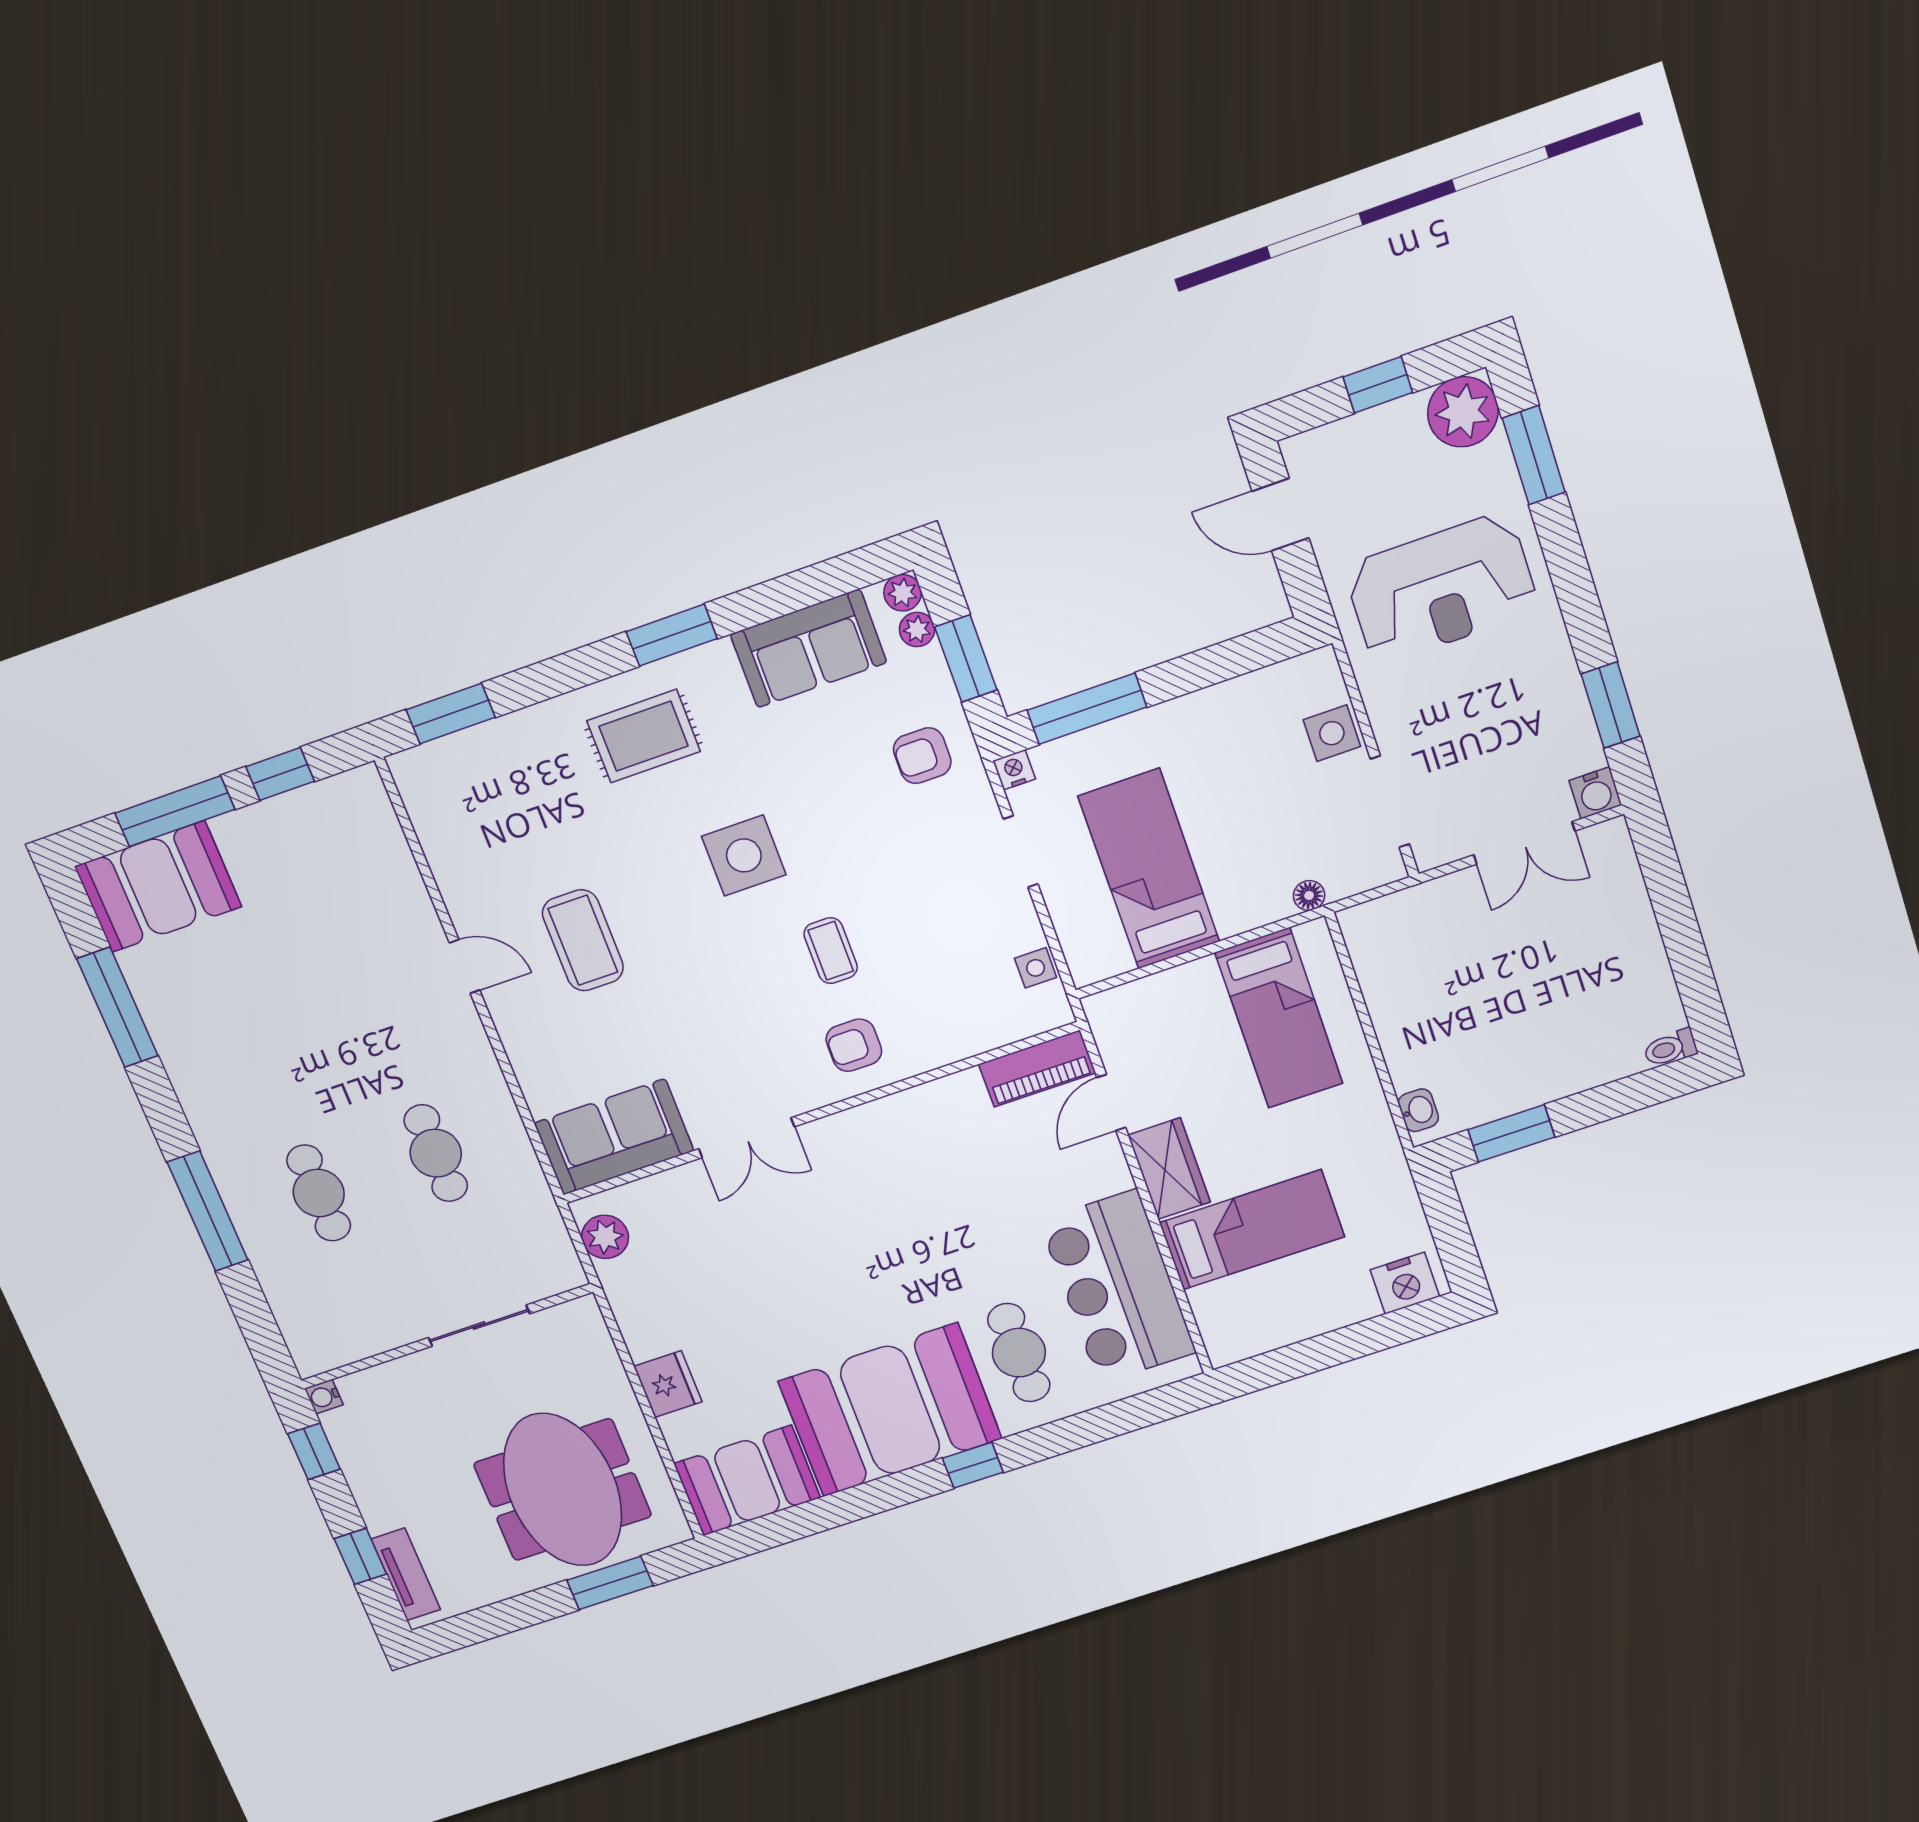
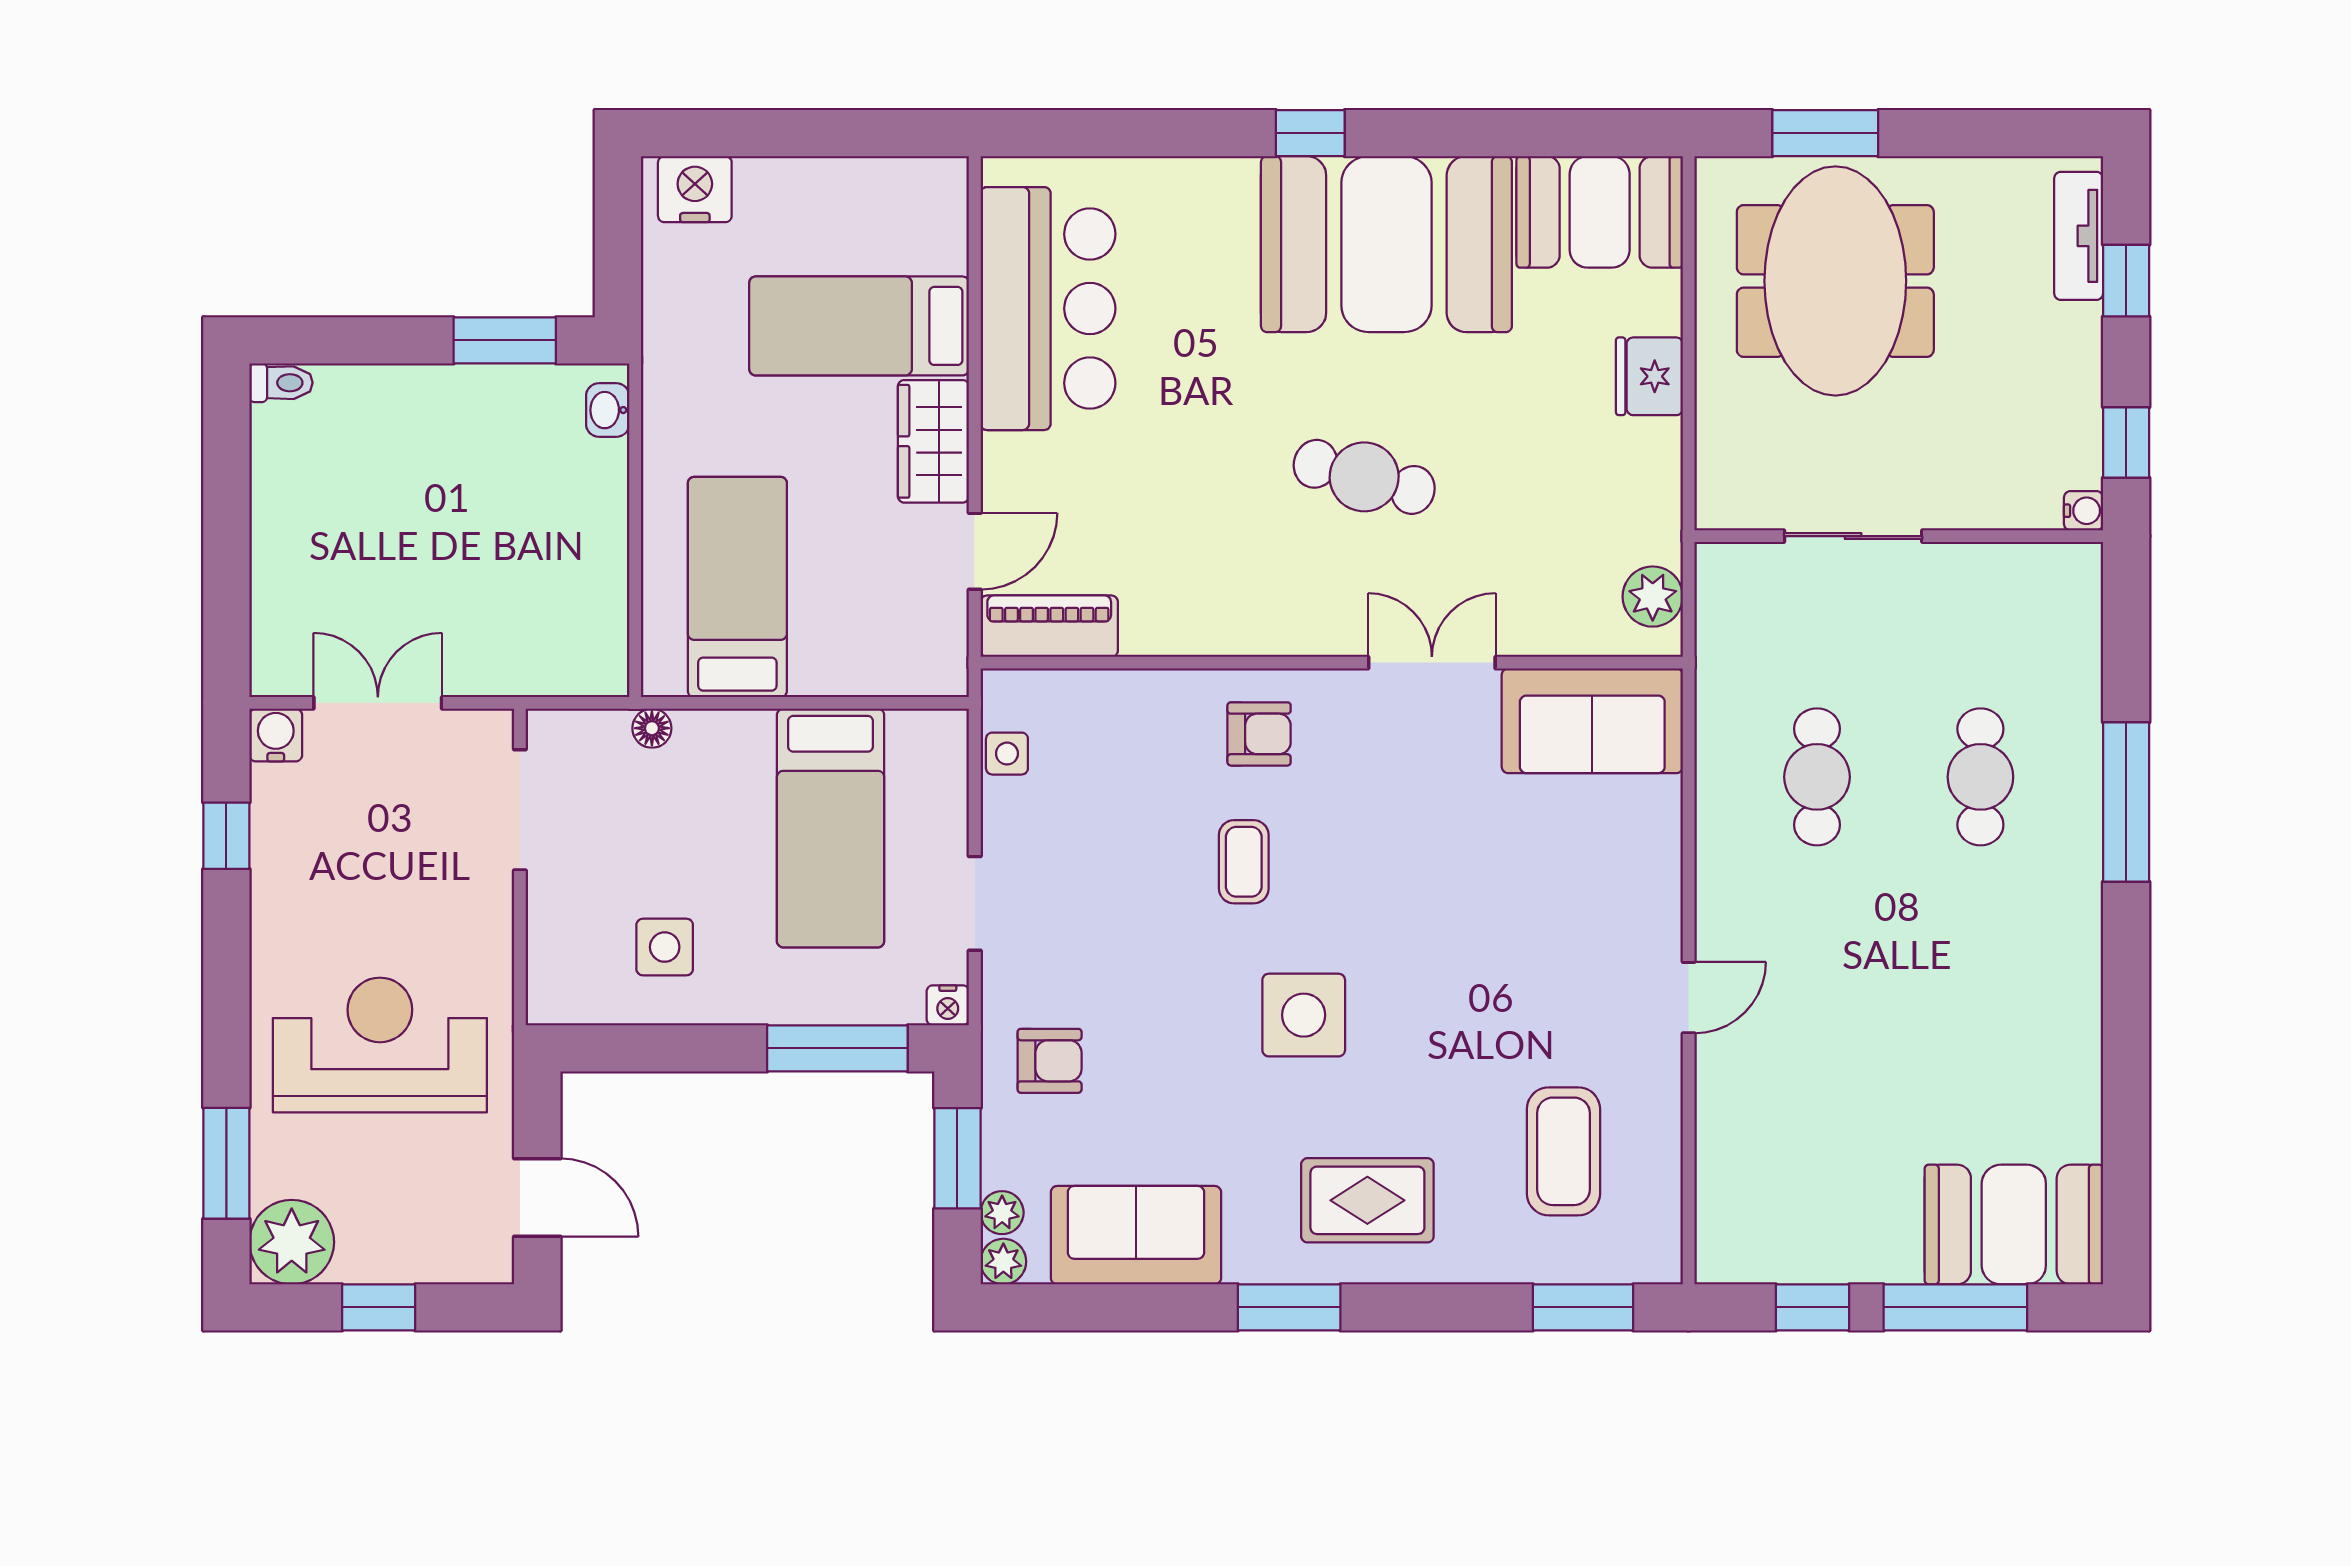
window: (1611, 705) -> (226, 836), width x0.67
side table: (1332, 733) -> (665, 947), moved
coffee table: (583, 940) -> (1563, 1151), moved
door: (465, 966) -> (1689, 998), swing flipped
window: (117, 1007) -> (2126, 1095), removed
cafe table: (1019, 1353) -> (1364, 477), moved, turned -75

